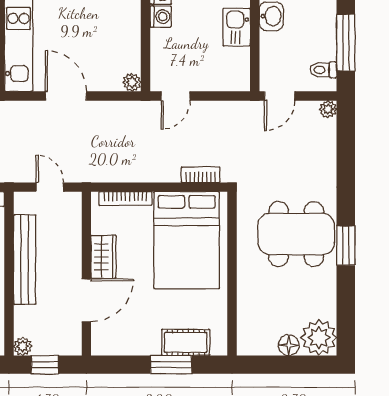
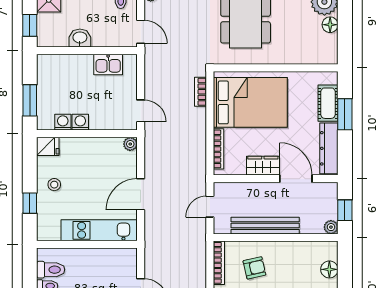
kitchen sink: (237, 27) -> (108, 64), moved
dresser: (126, 344) -> (329, 148), added

